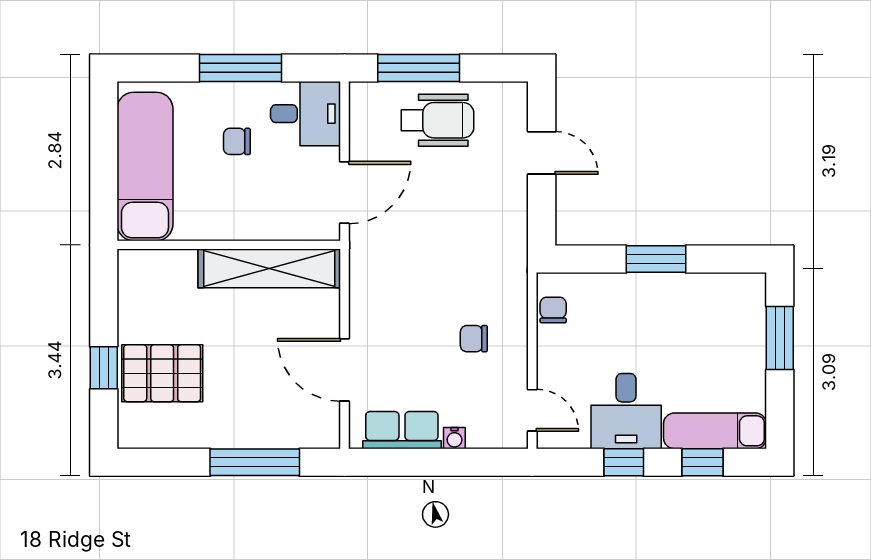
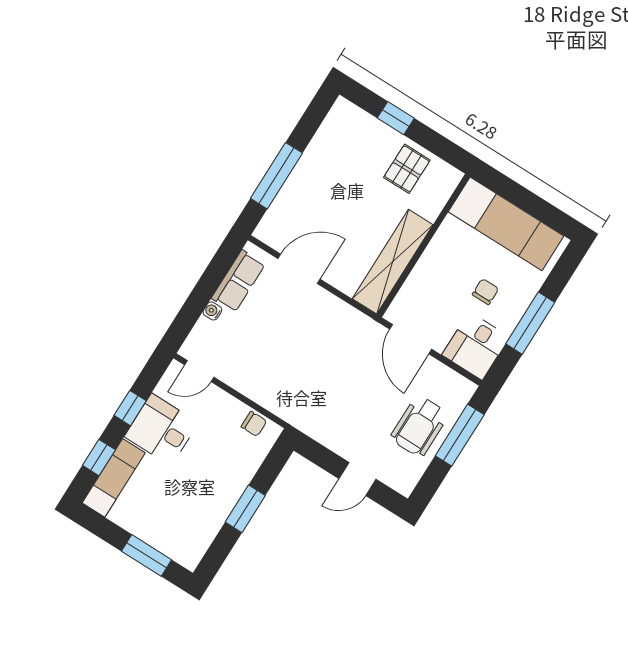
chair: (474, 339) -> (267, 363), removed
pallet: (162, 373) -> (407, 169), moved, width x0.67, depth x0.71

